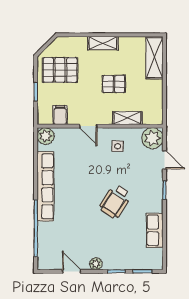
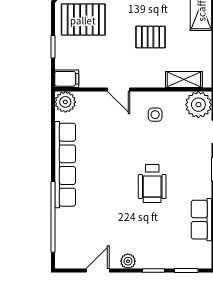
filing cabinet: (60, 115) -> (67, 79), moved, turned 90
shelving: (127, 118) -> (184, 80), moved
wheelchair: (115, 201) -> (152, 183), turned -33
door: (72, 271) -> (98, 271), hinge flipped

